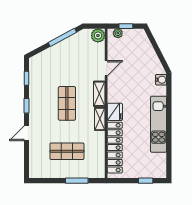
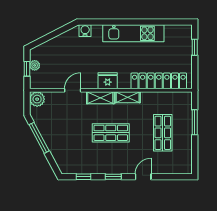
plant: (118, 33) -> (35, 65), moved
door: (106, 68) -> (73, 90), hinge flipped
fridge: (115, 112) -> (108, 81), moved
door: (26, 133) -> (143, 177), swing flipped

